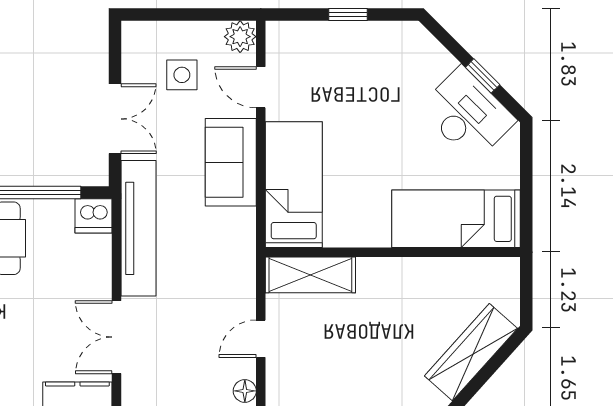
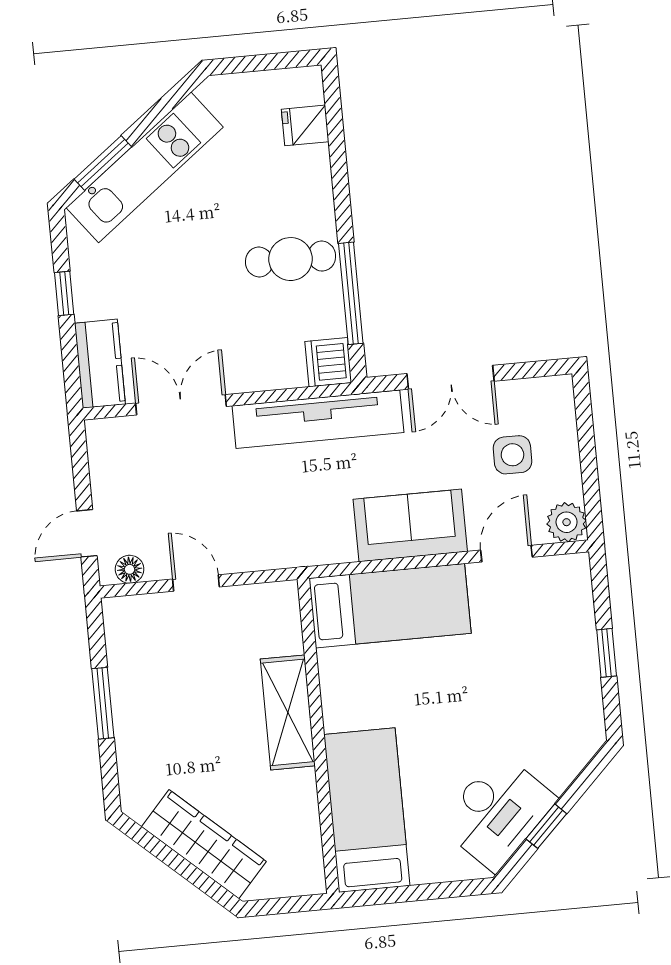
shelving: (310, 275) -> (288, 712), moved

